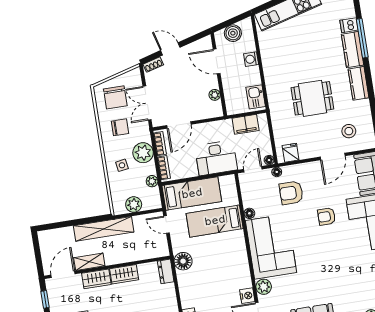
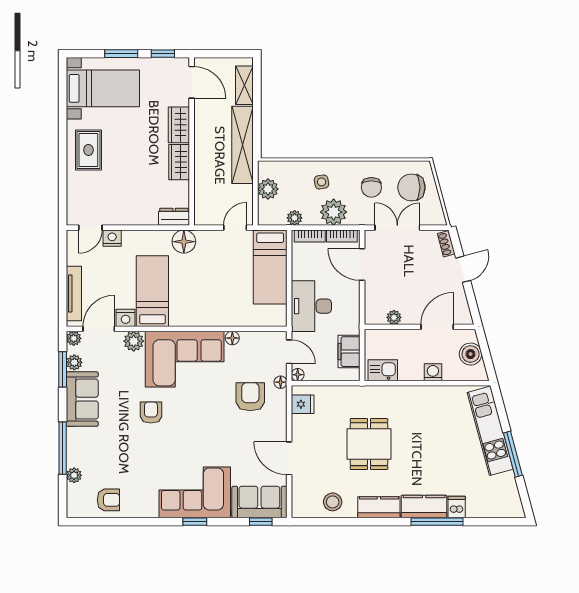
stool: (349, 131) -> (333, 502), moved
armchair: (327, 216) -> (151, 412), moved
bed: (215, 221) -> (152, 291), moved
shelving: (89, 262) -> (244, 85), moved

